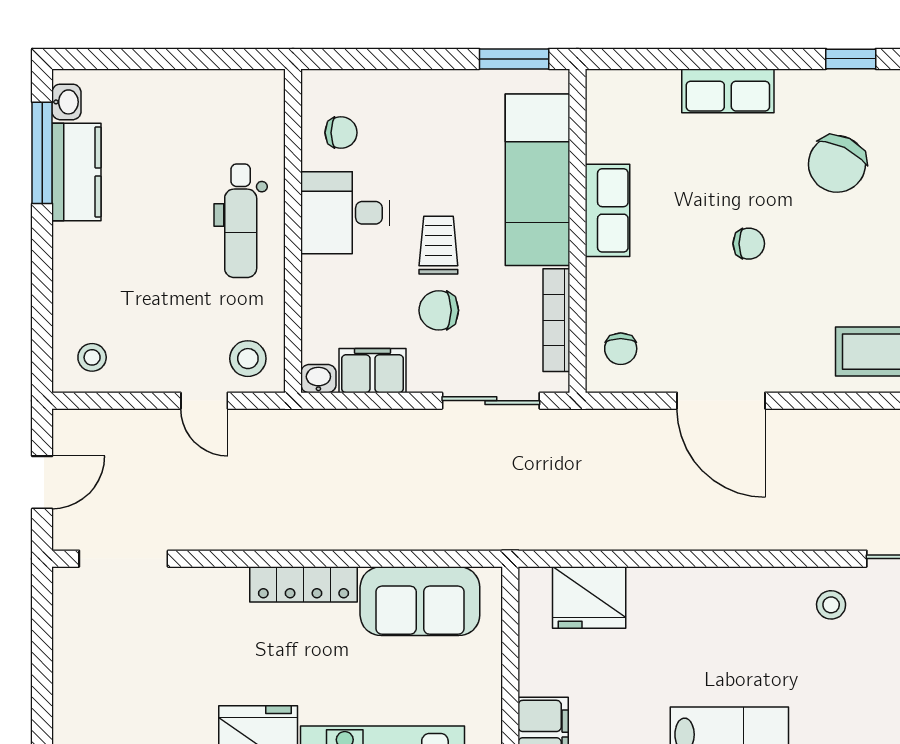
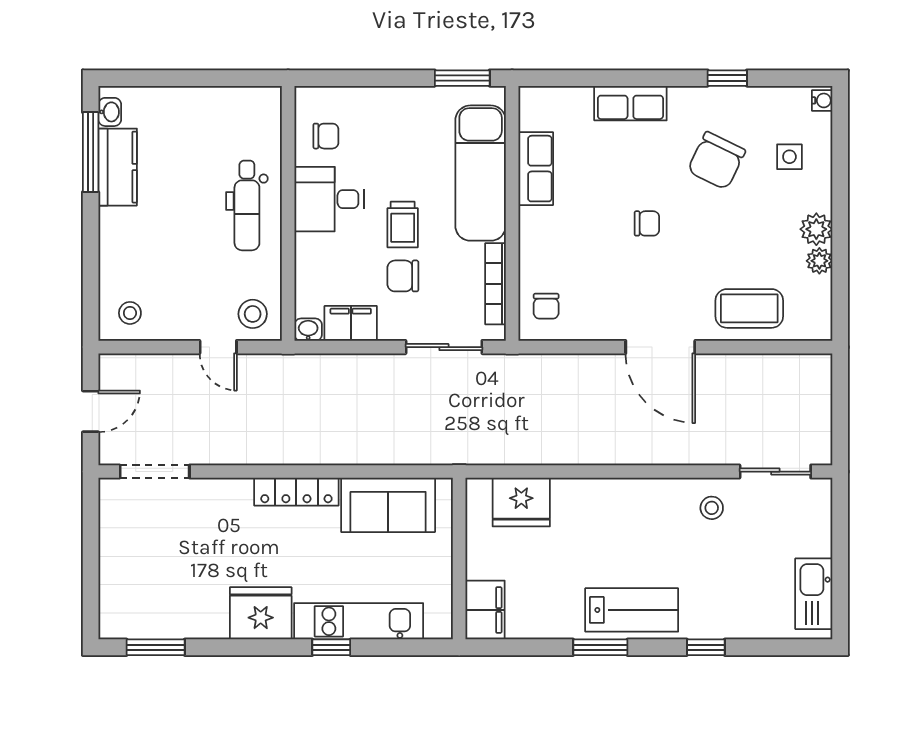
row of seats: (607, 210) -> (536, 169), moved
trolley: (438, 245) -> (403, 225), turned 180
door: (721, 401) -> (660, 347), moved

